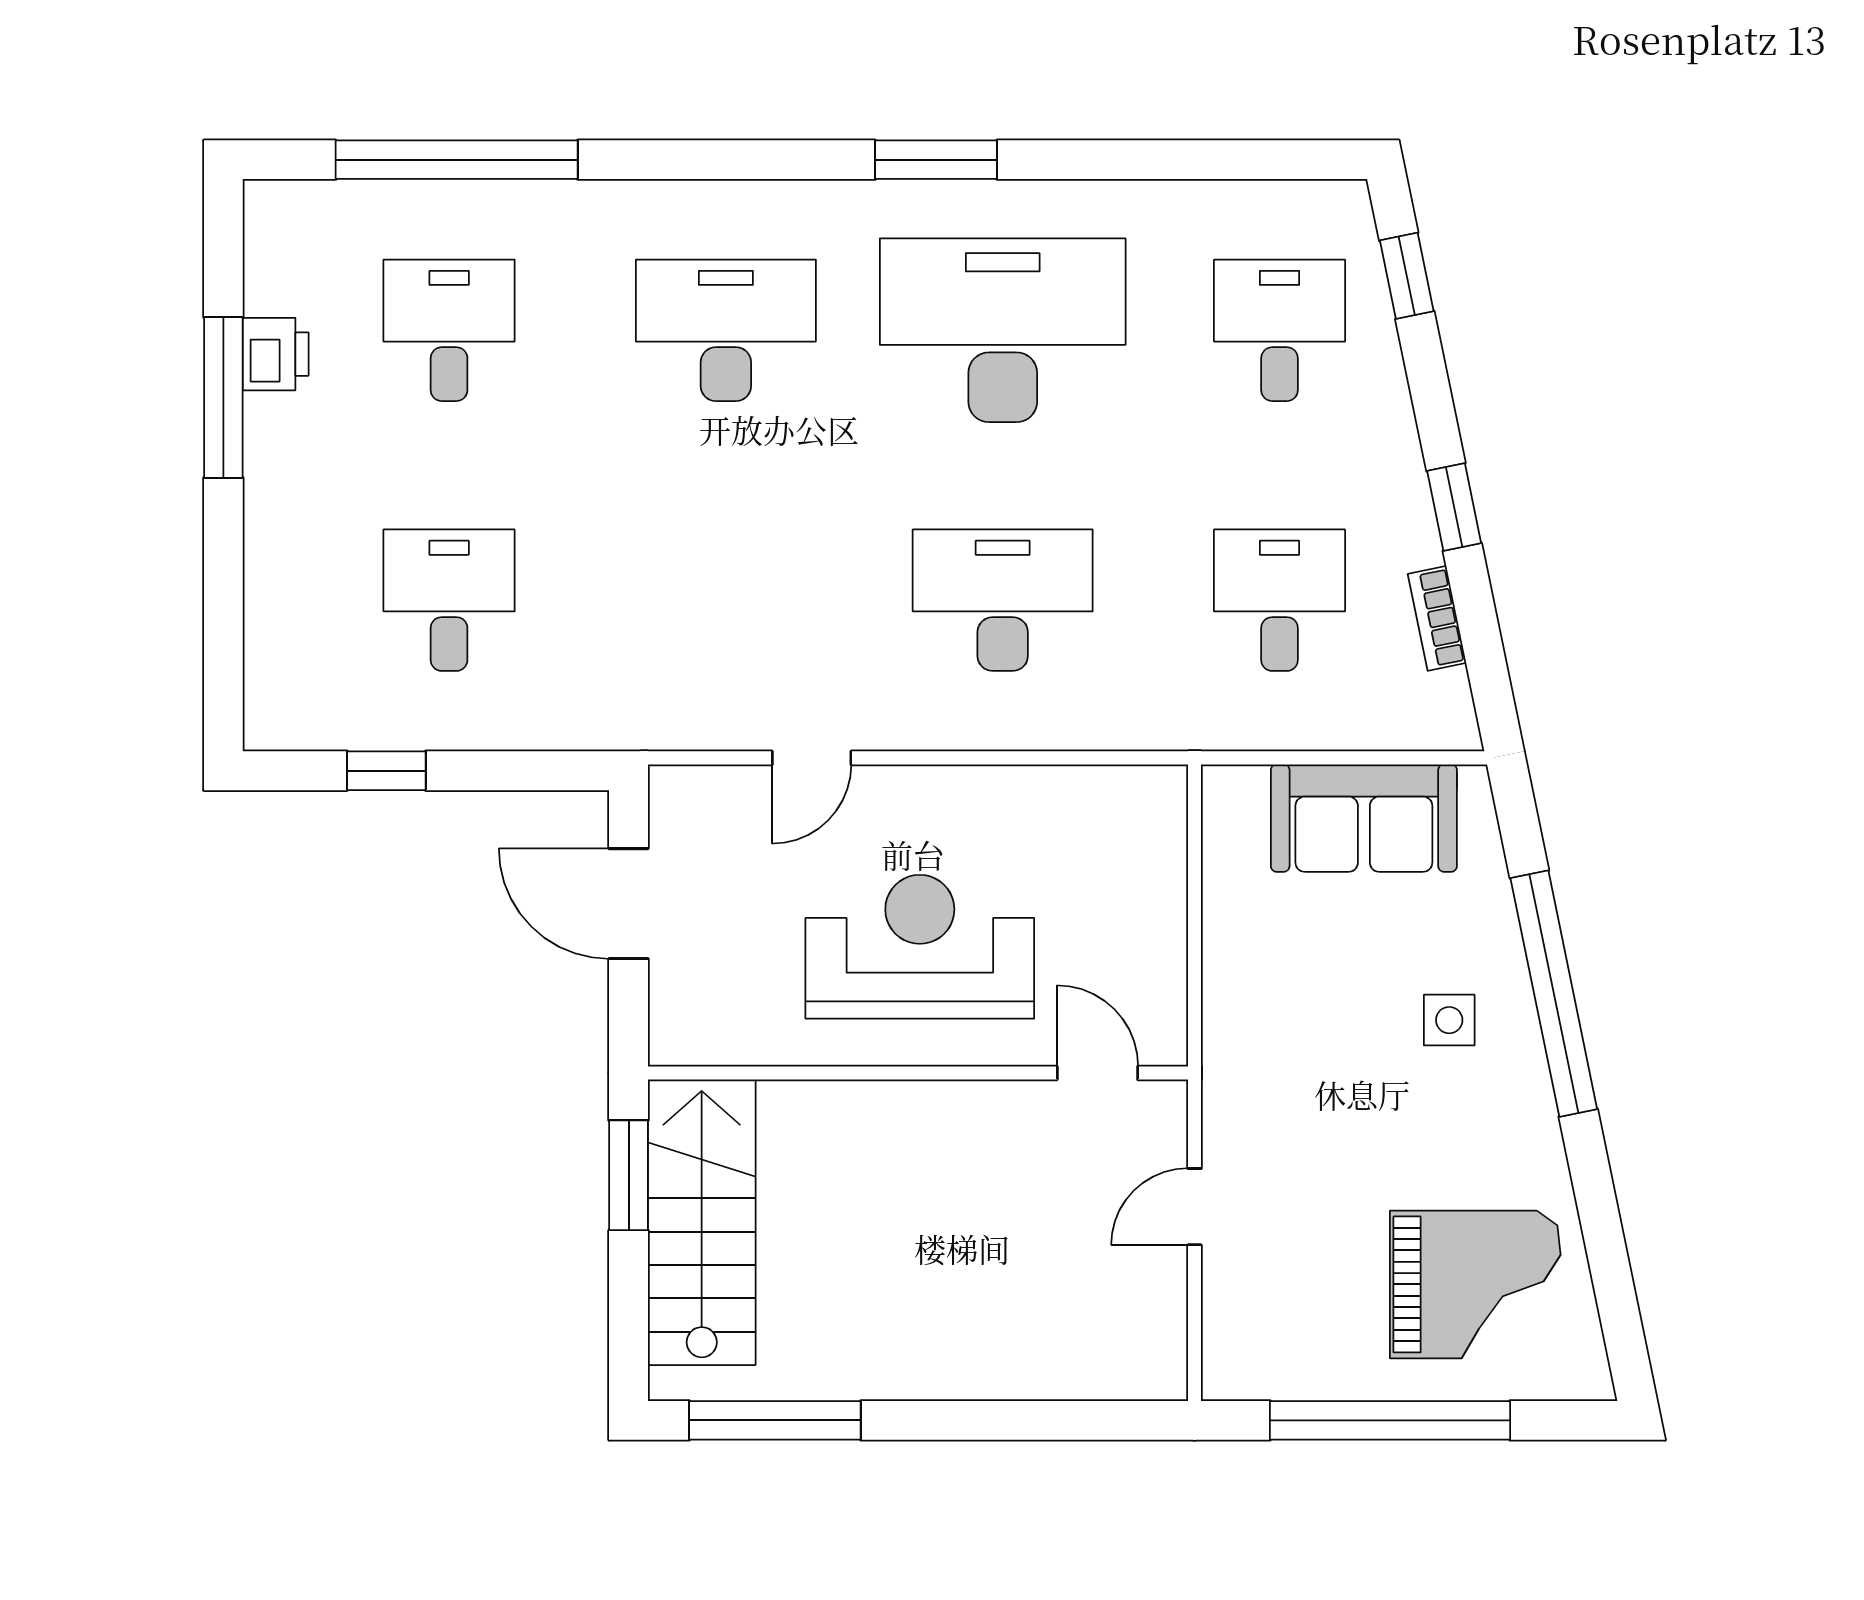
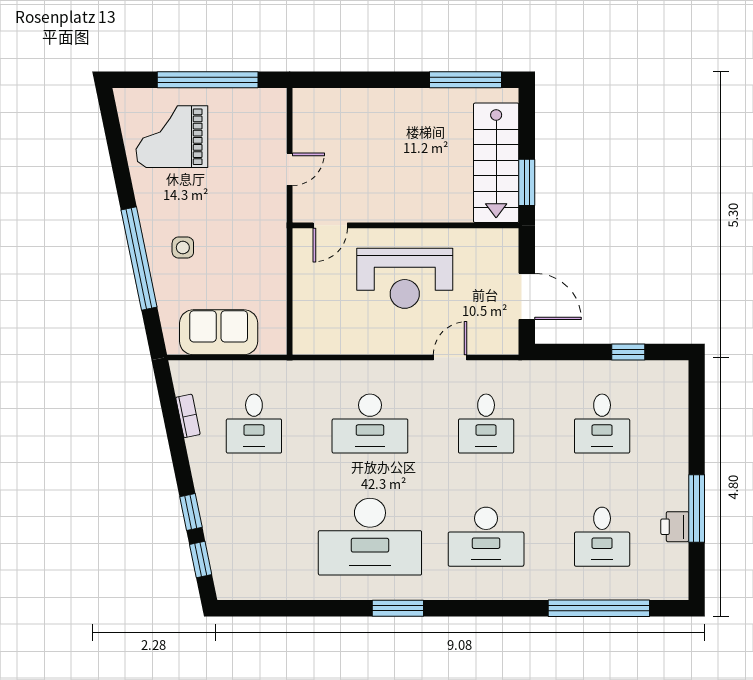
desk: (1280, 330) -> (486, 424), moved
window: (1454, 507) -> (191, 512), moved
door: (1097, 1073) -> (330, 225), hinge flipped

